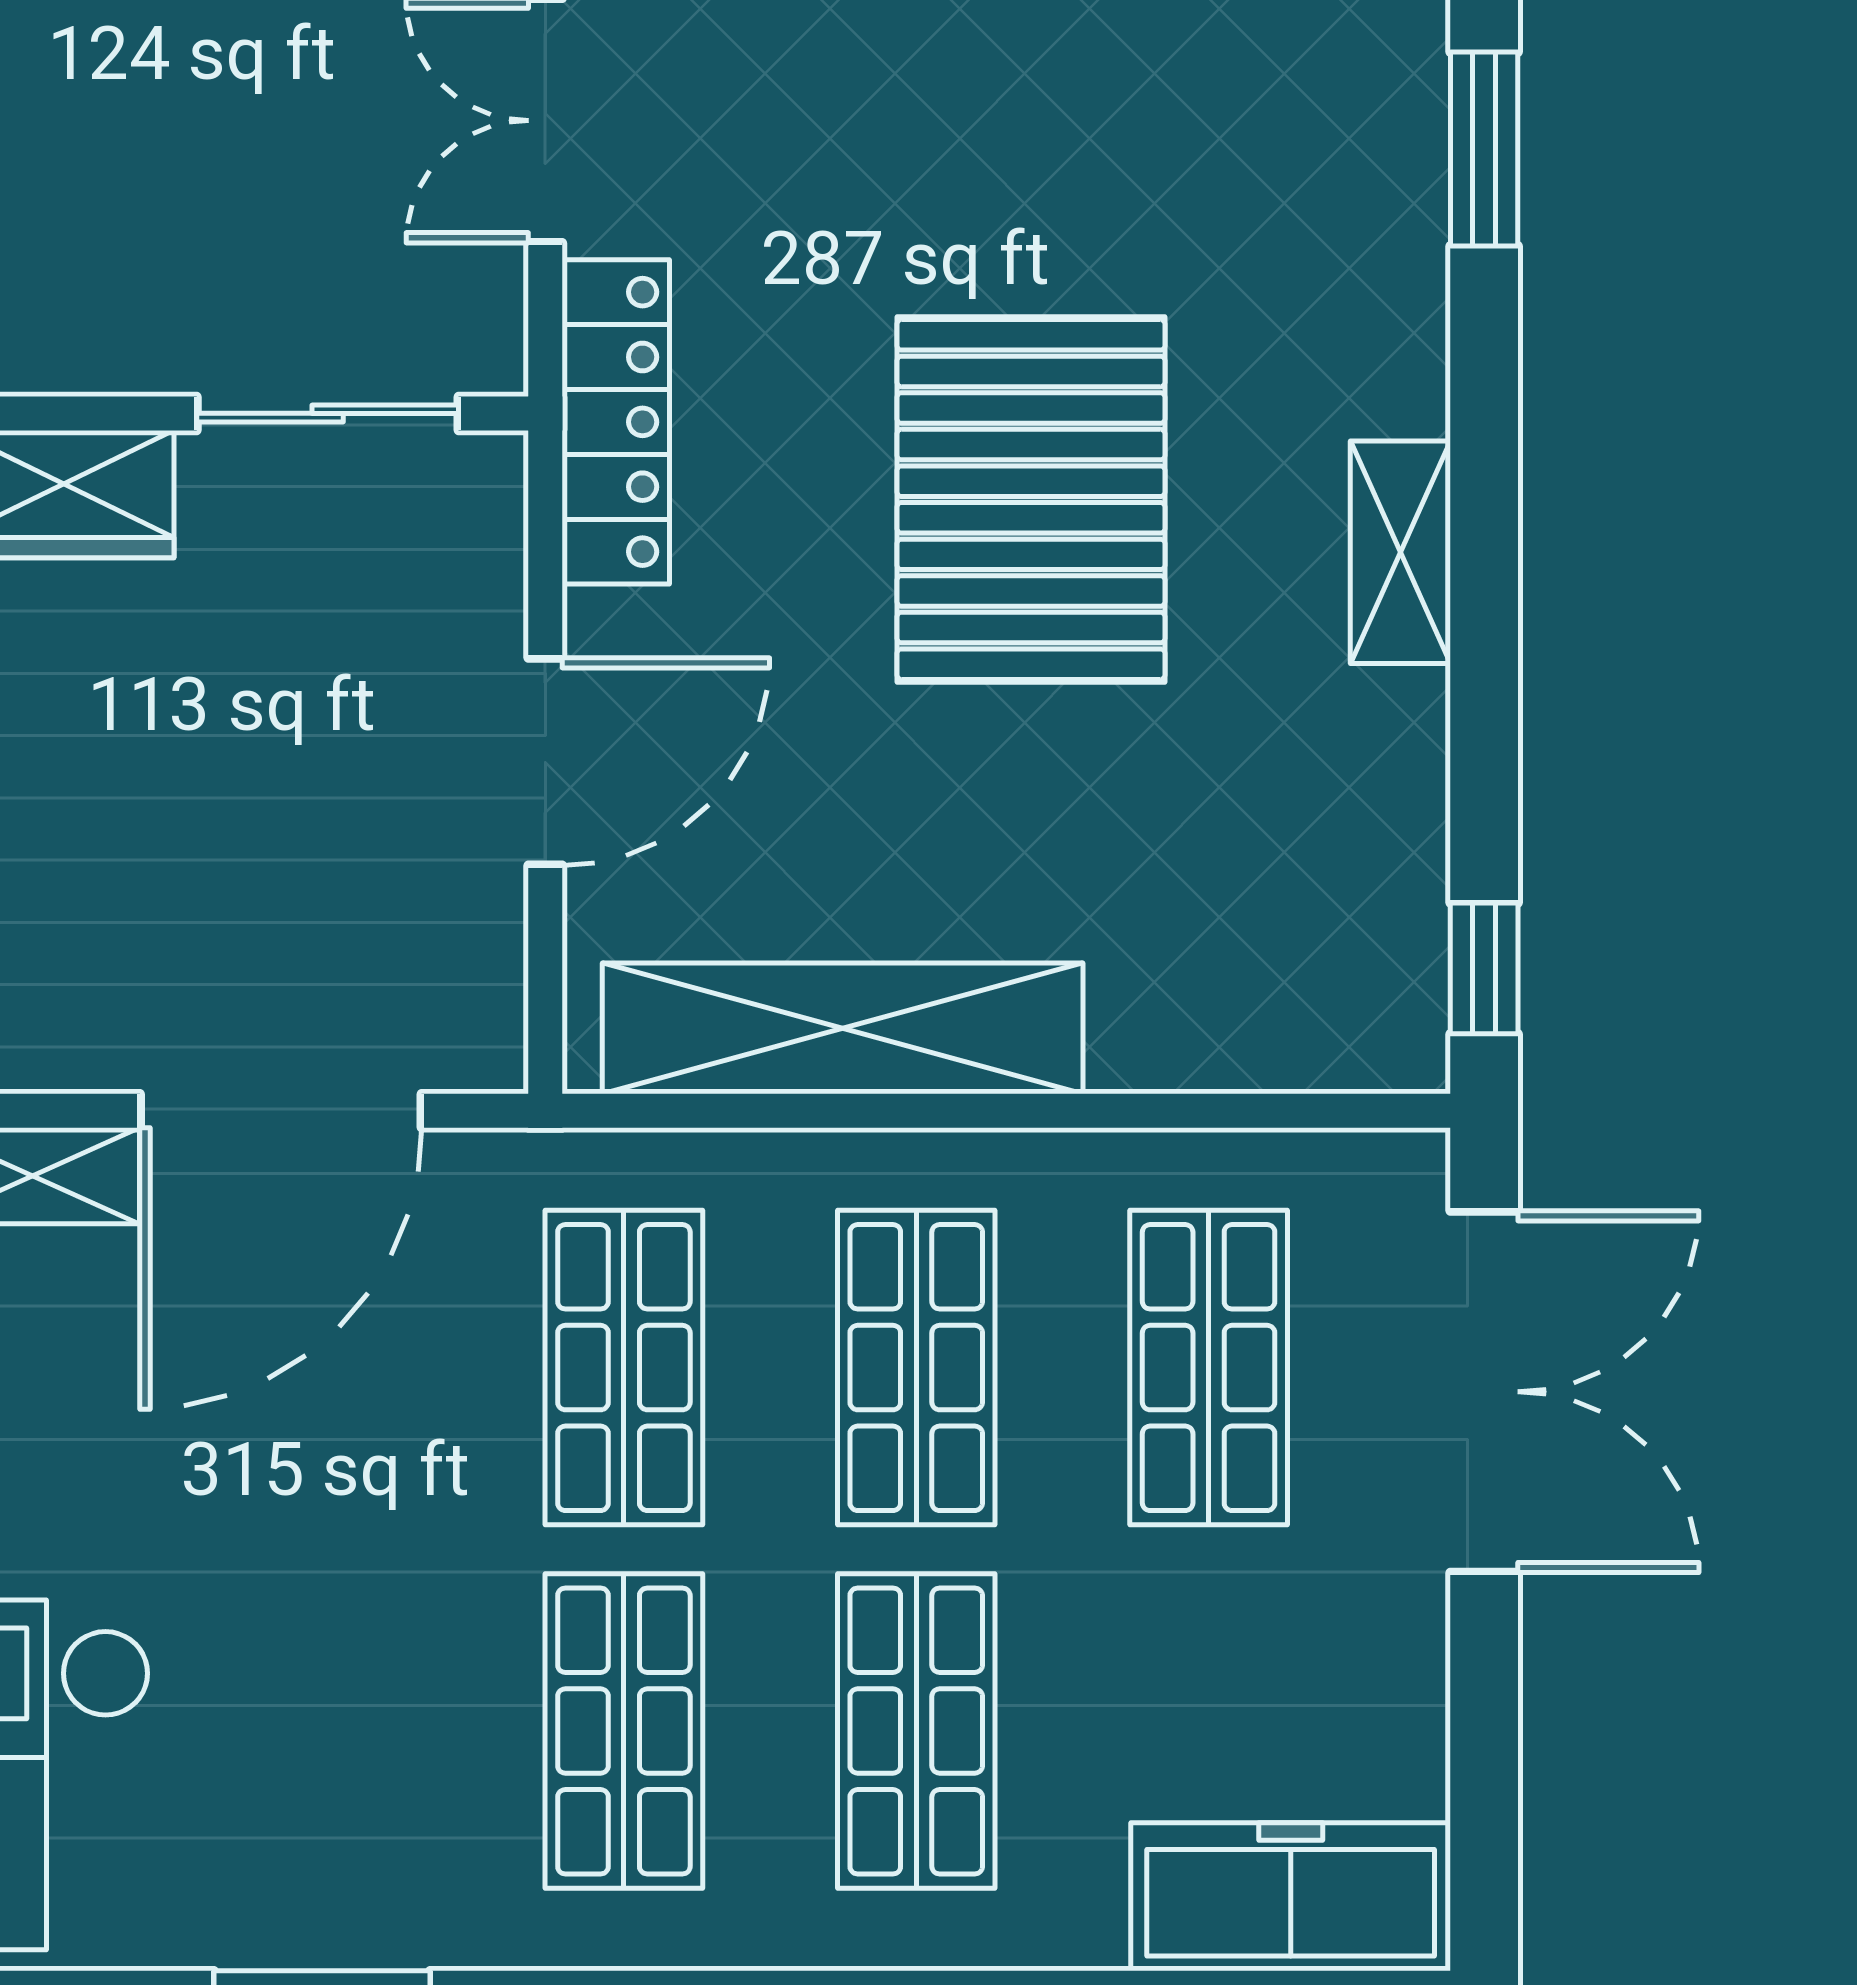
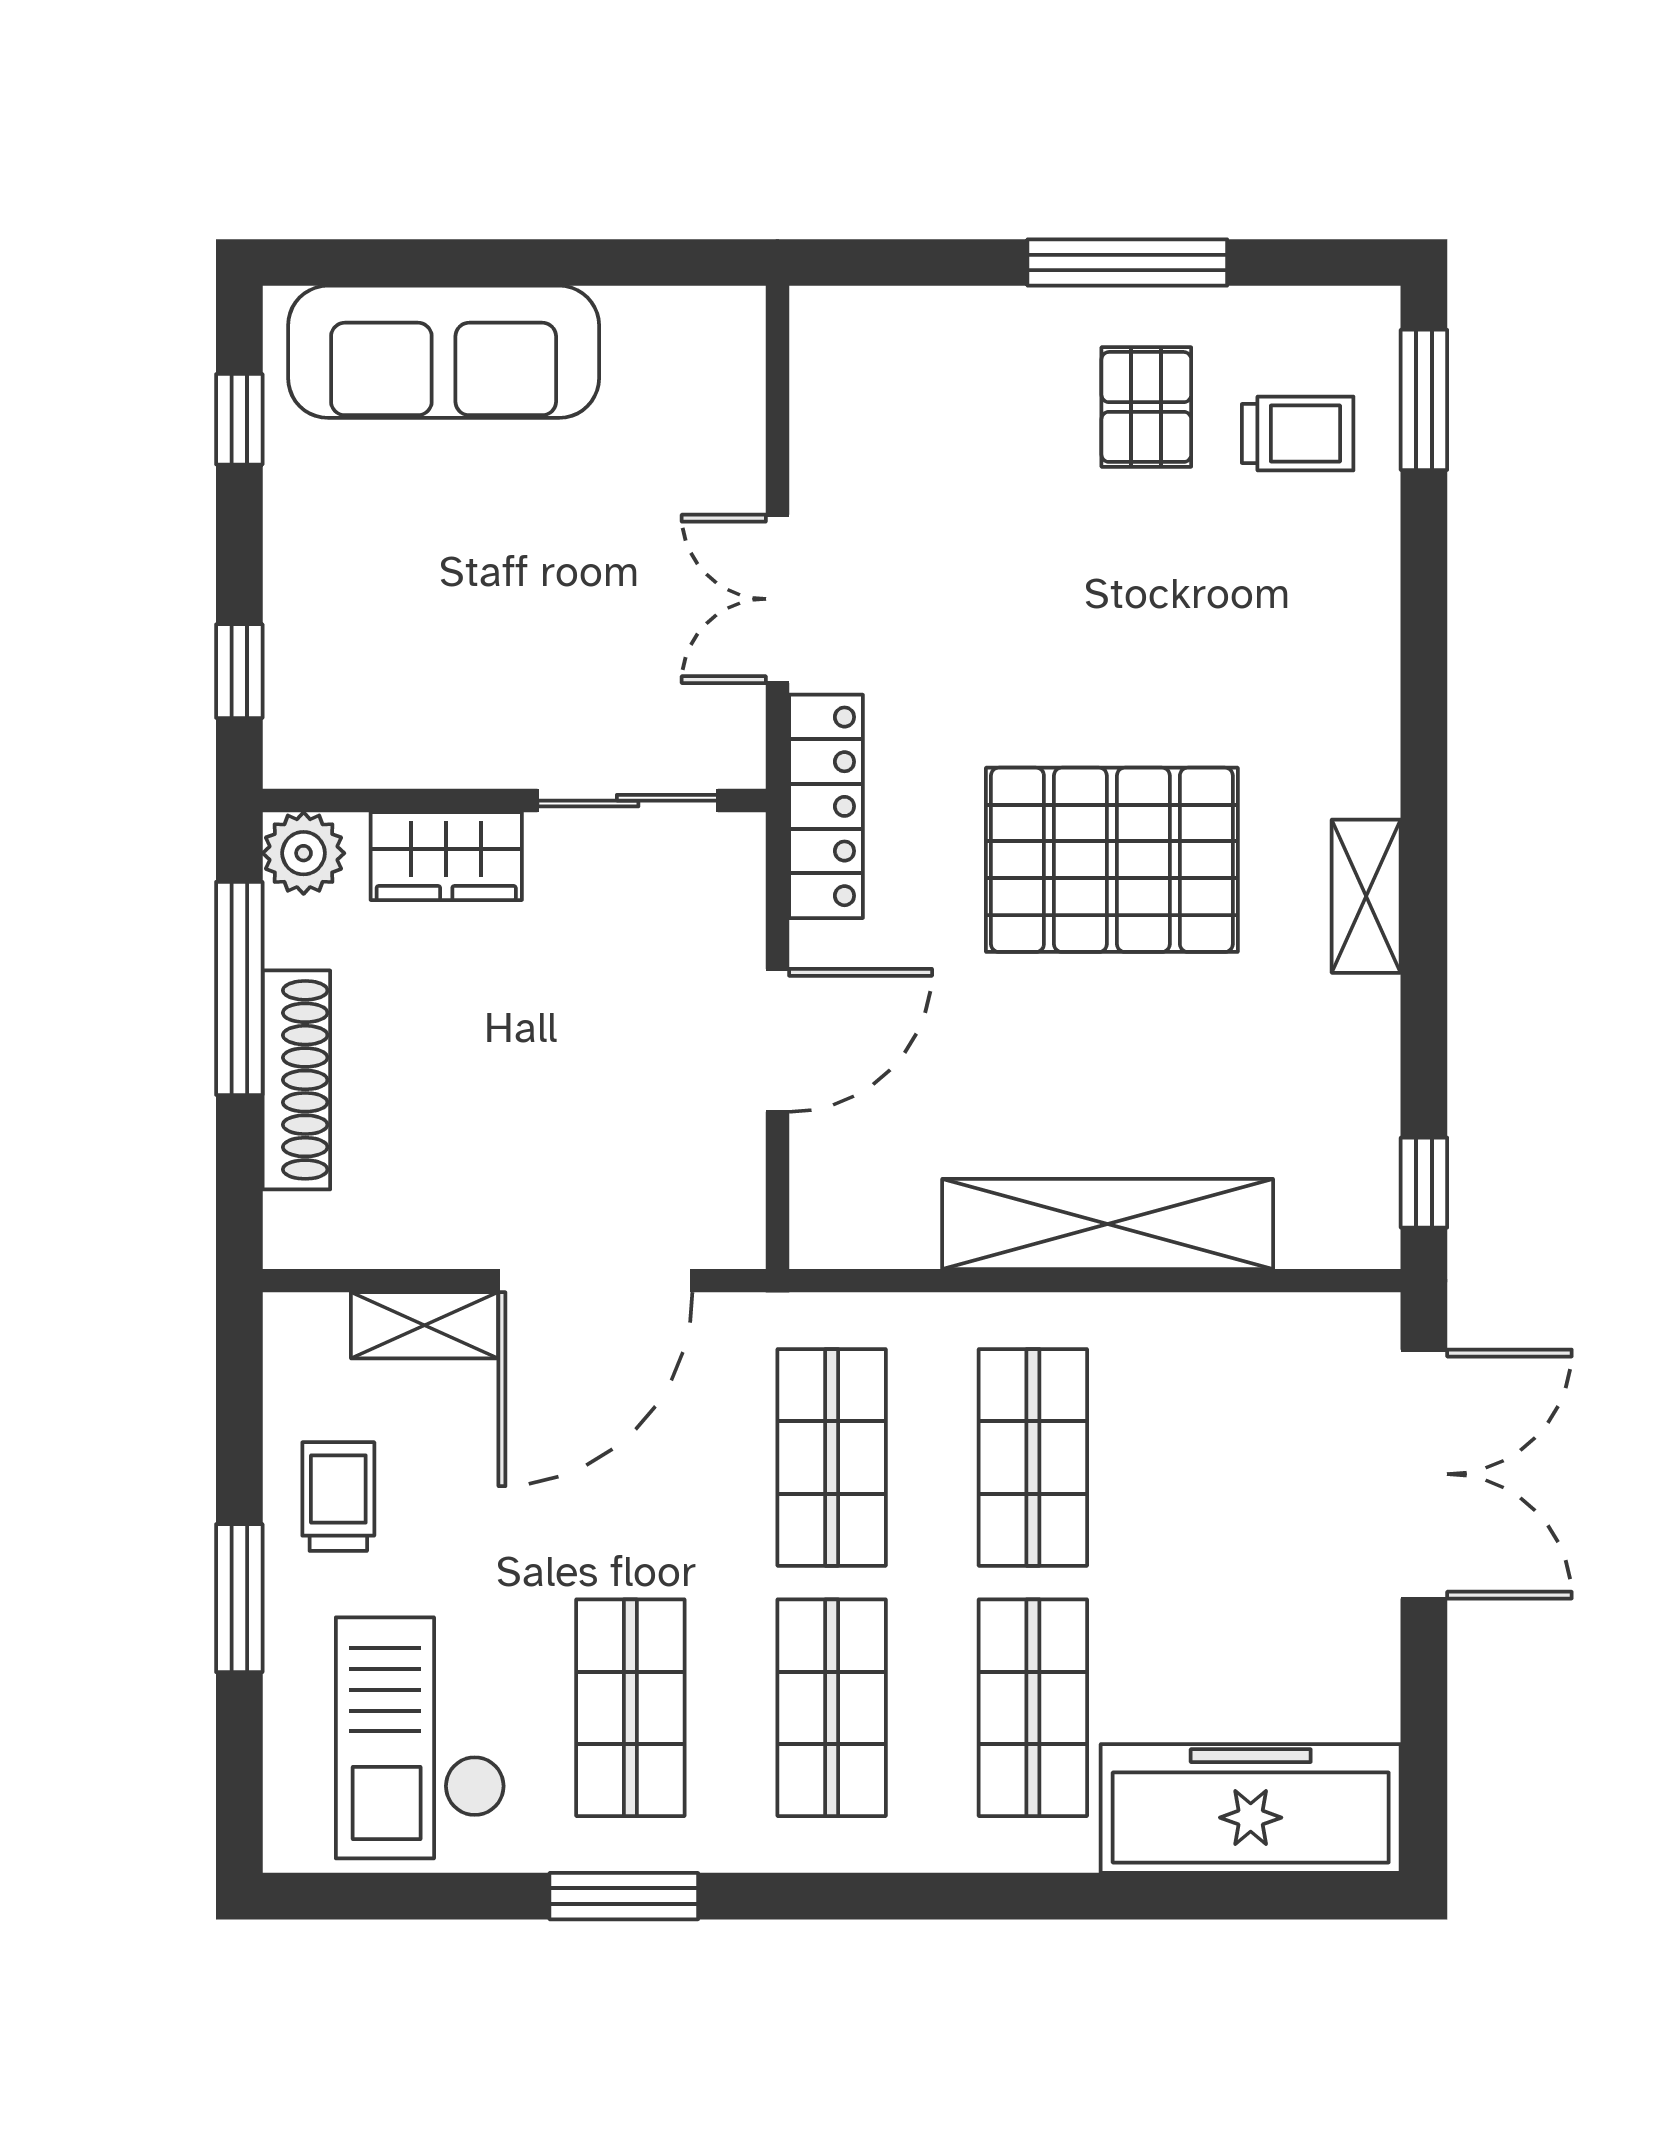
window: (1484, 149) -> (1424, 619), removed
pallet: (1031, 499) -> (1112, 860), turned 90
shelving: (843, 1028) -> (1108, 1224), moved
shop shelf: (1209, 1368) -> (630, 1708), moved
freezer: (1291, 1897) -> (1251, 1808), width x1.36, depth x1.26

